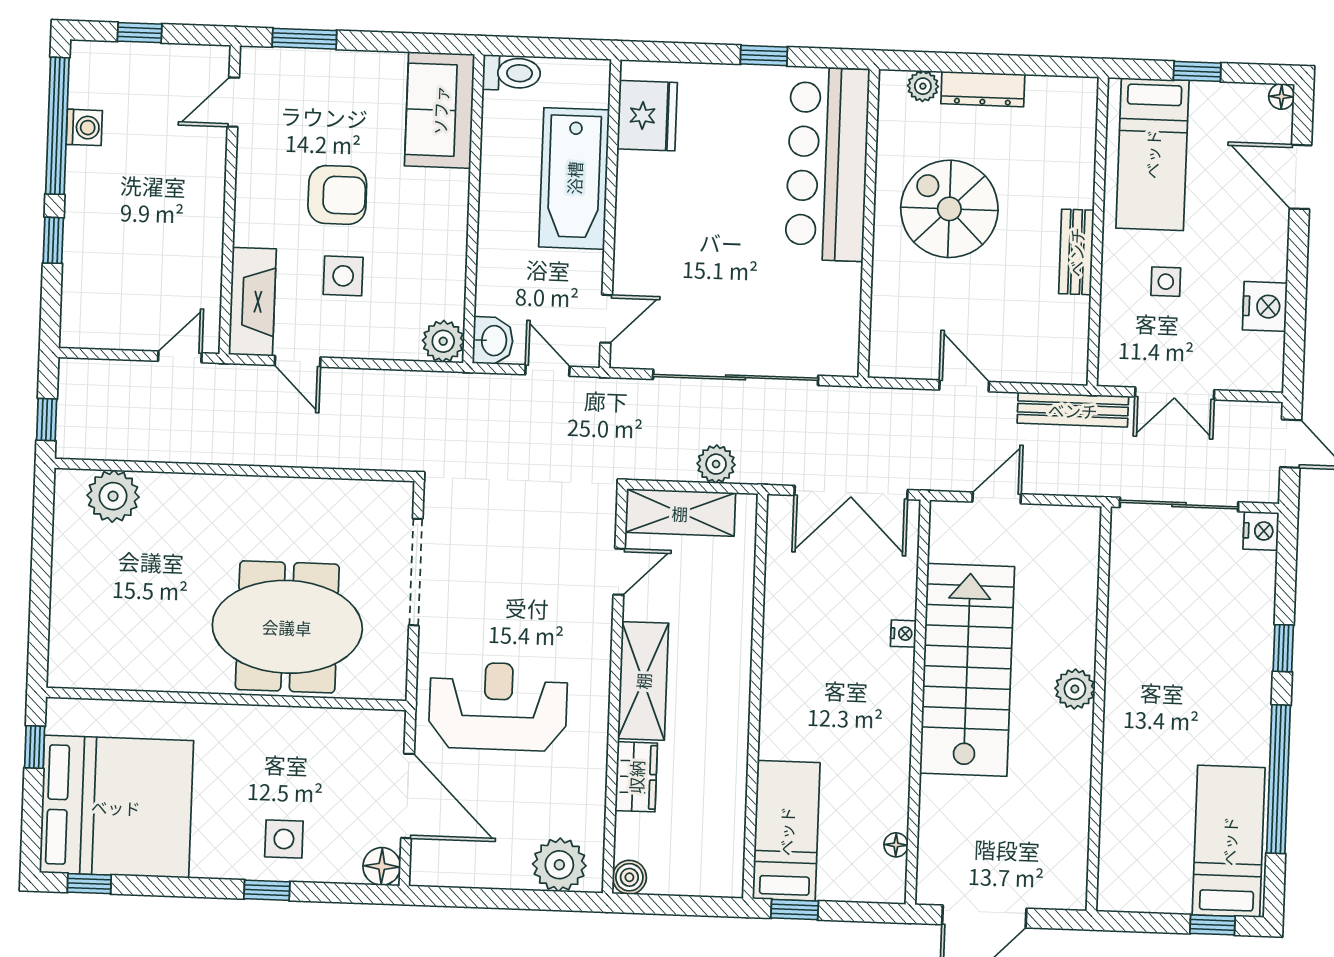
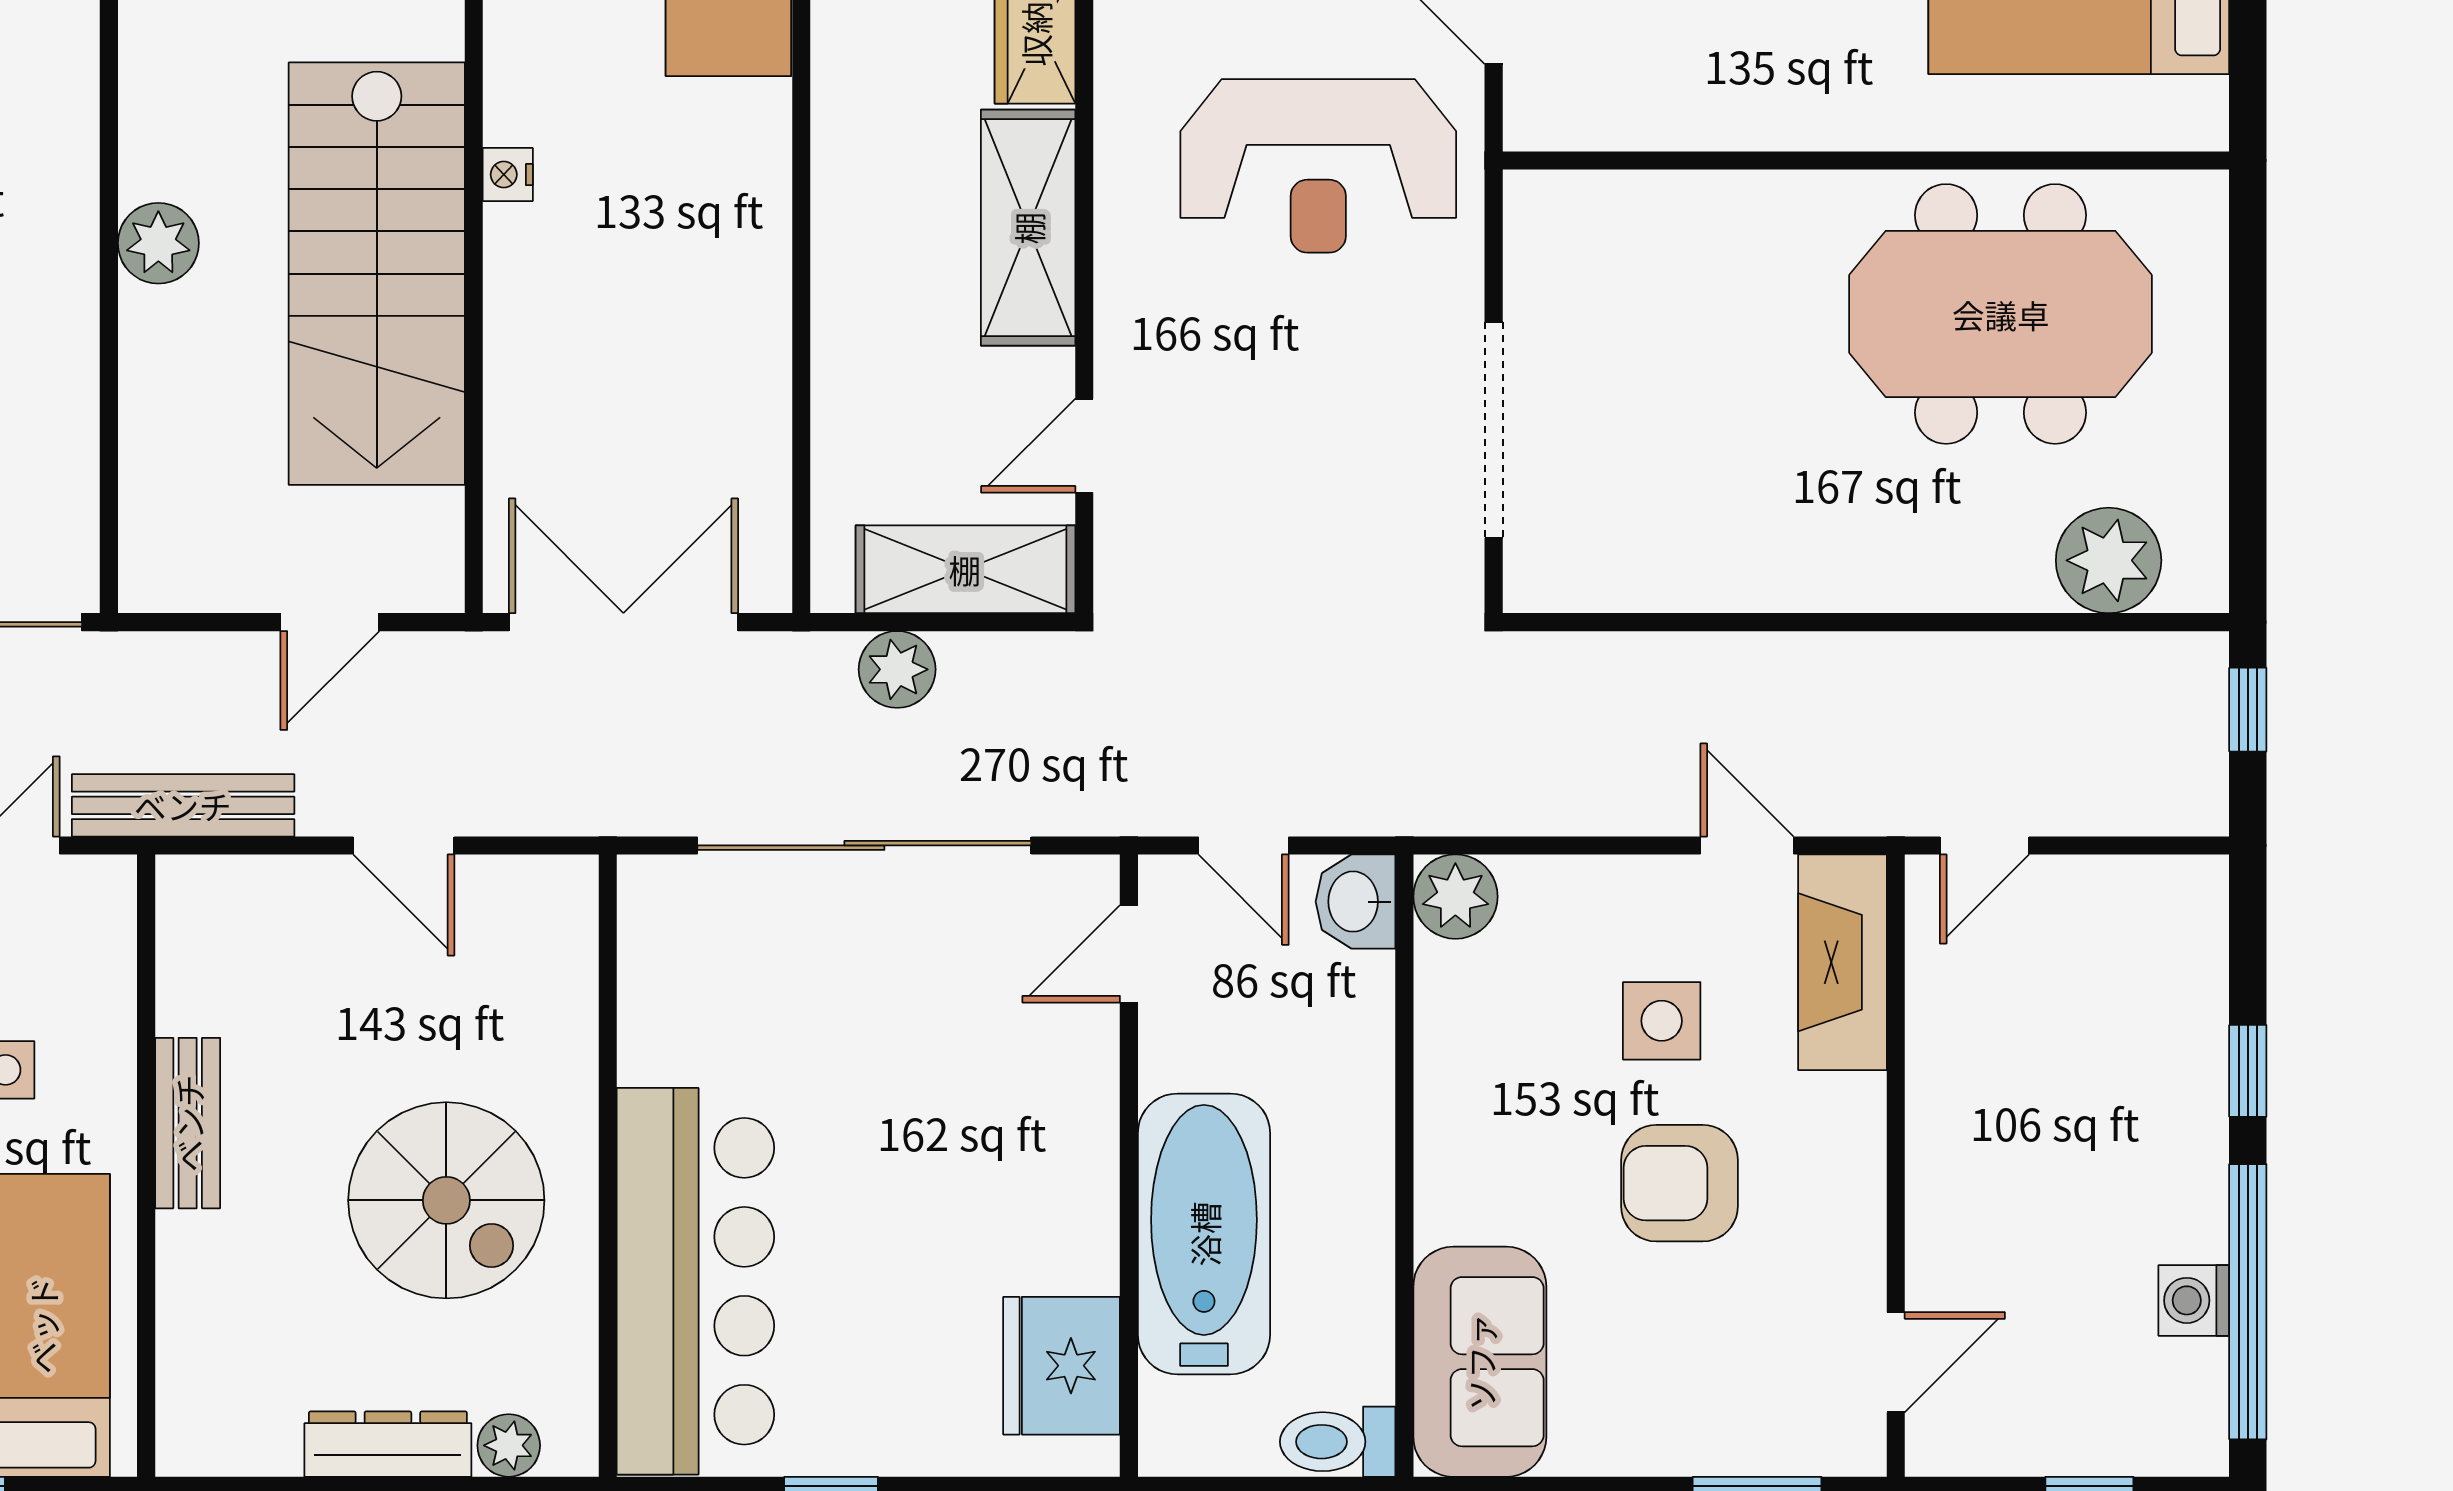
meeting table: (287, 627) -> (2001, 314), moved
nightstand: (903, 634) -> (508, 175), moved
window: (35, 747) -> (2248, 50), removed

